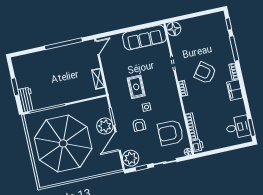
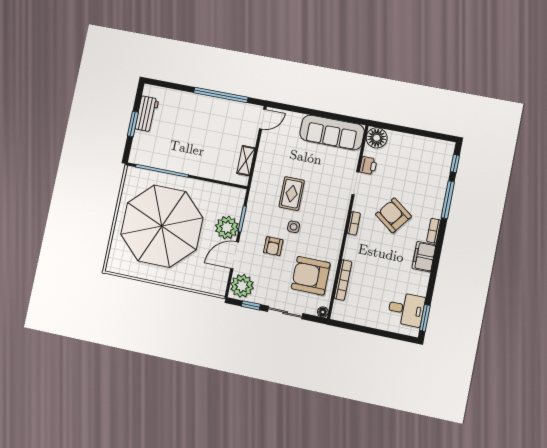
workbench: (26, 100) -> (147, 114), moved
printer: (197, 146) -> (368, 166), moved

